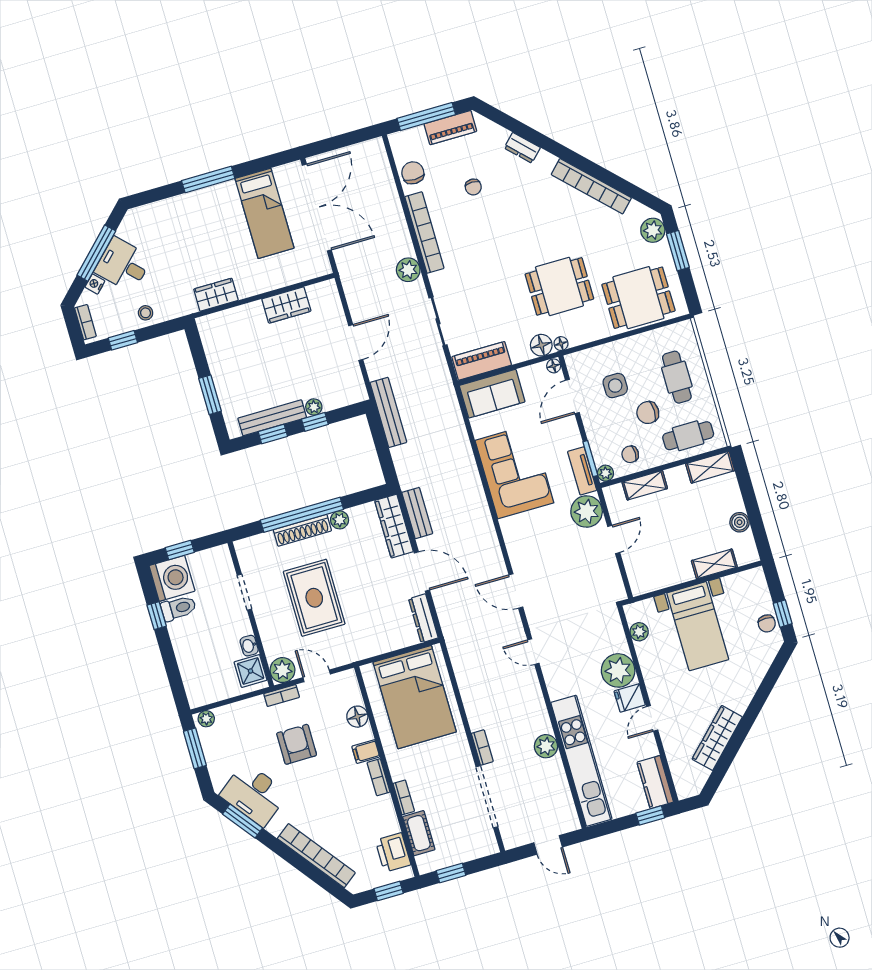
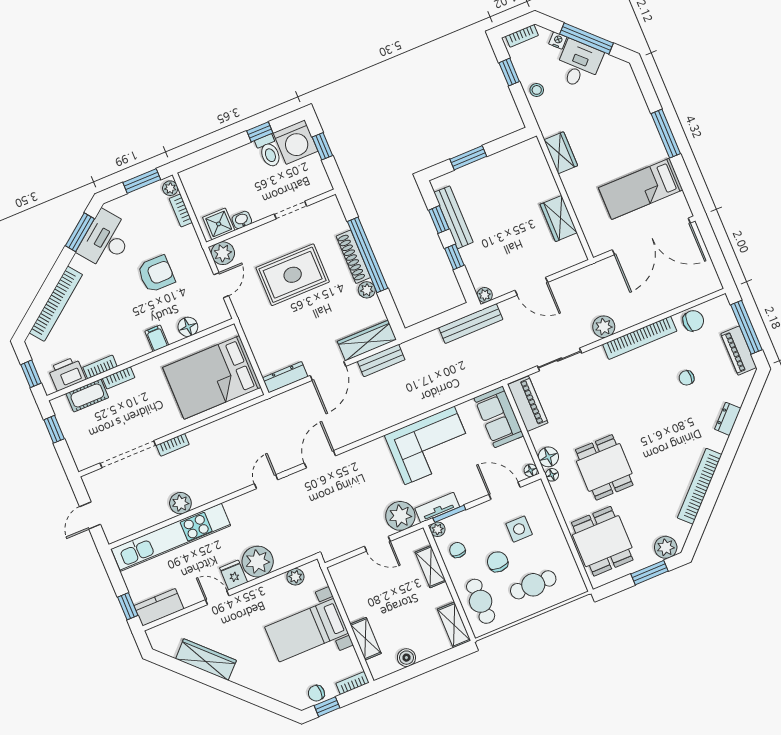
plant: (314, 407) -> (485, 295), moved
bookcase: (760, 583) -> (352, 683), added
bookcase: (282, 696) -> (181, 210), moved
bookcase: (379, 777) -> (100, 367), moved

